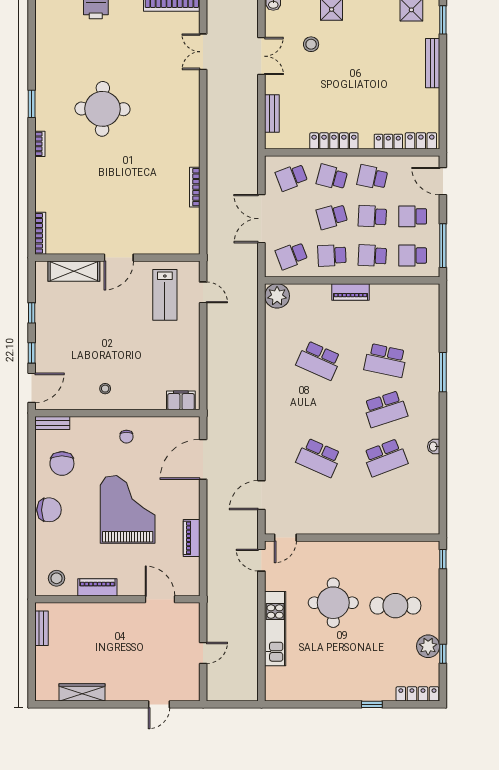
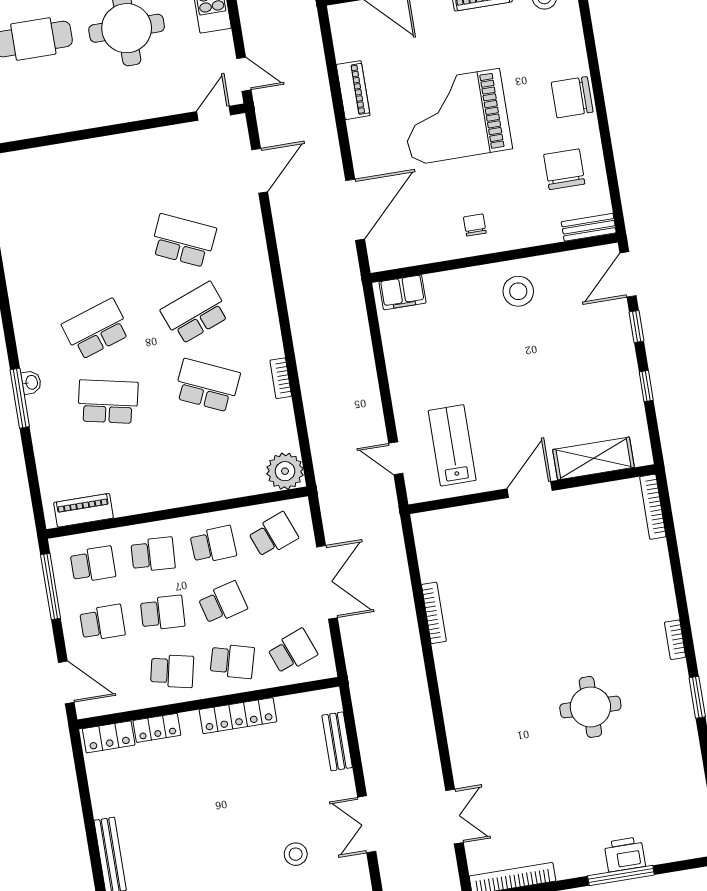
round table: (102, 109) -> (590, 707), width x0.73, depth x0.73
piano: (350, 292) -> (83, 510), moved
bookcase: (270, 357) -> (281, 378), added
stool: (105, 389) -> (518, 291), width x1.89, depth x1.89
washbasin: (434, 447) -> (31, 382), moved
school desk: (385, 458) -> (195, 313), moved
grand piano: (128, 509) -> (455, 117), turned 90

